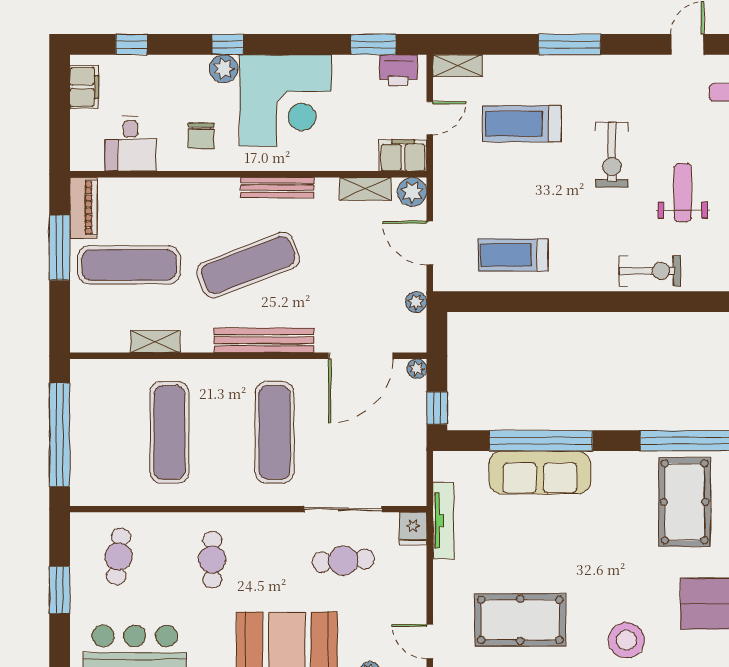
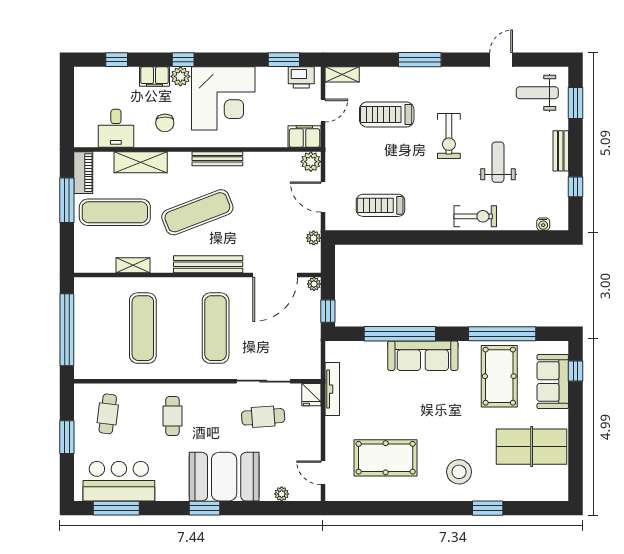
filing cabinet: (84, 87) -> (154, 77), moved, turned 90
shelving: (365, 189) -> (141, 162), moved, width x1.50, depth x1.33
sofa: (540, 472) -> (423, 356), moved

